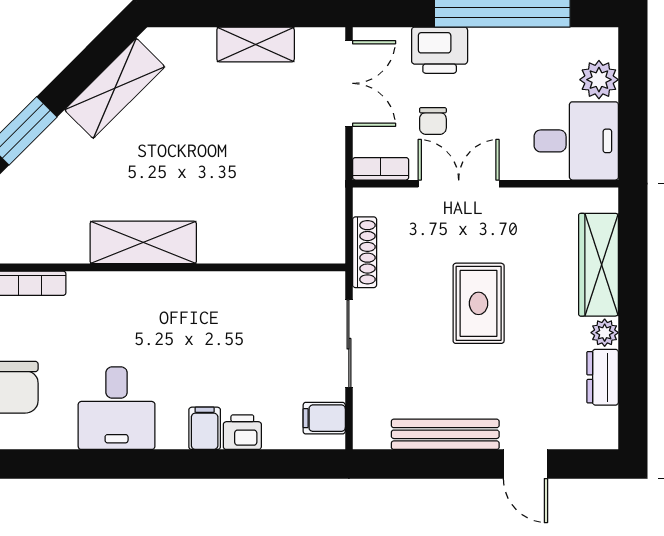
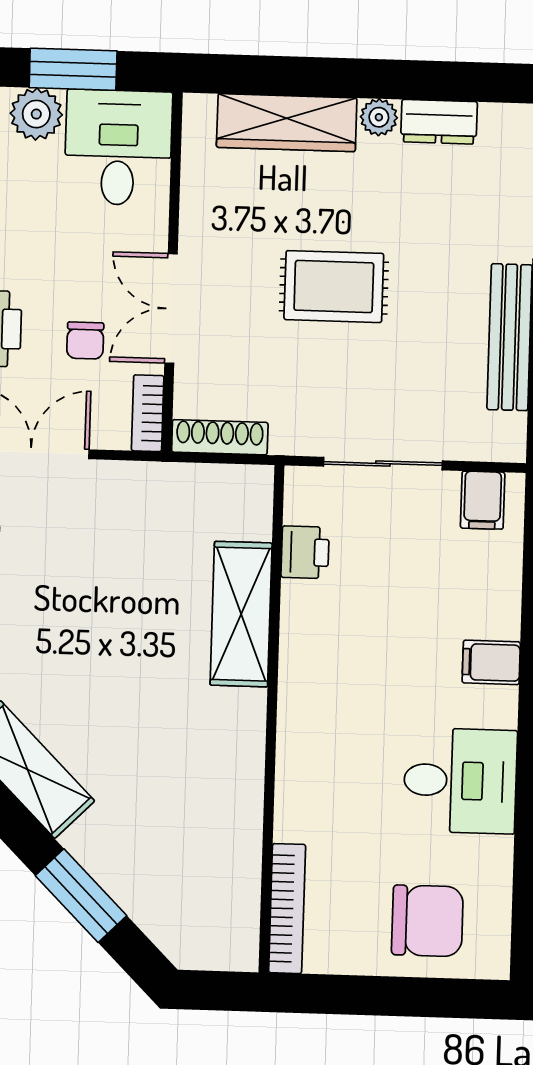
window: (633, 106) -> (73, 69), added
chair: (433, 121) -> (85, 340), turned 90
shelving: (143, 242) -> (241, 614), moved
shoe rack: (365, 252) -> (220, 437), moved
printer: (242, 432) -> (305, 552), moved, turned 180

